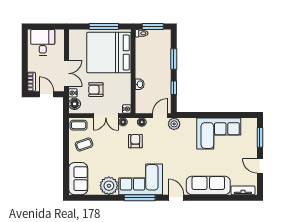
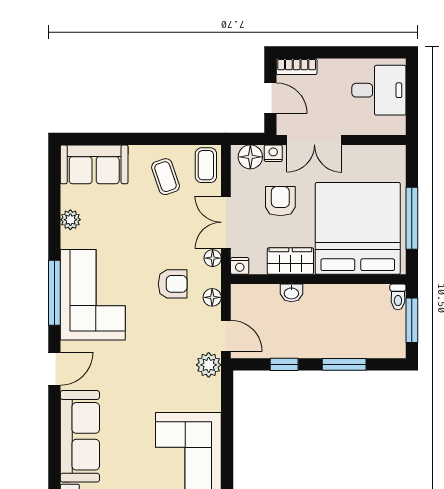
wardrobe: (124, 85) -> (290, 261), added
door: (46, 94) -> (270, 98), hinge flipped
plant: (109, 186) -> (70, 220), width x0.53, depth x0.53

